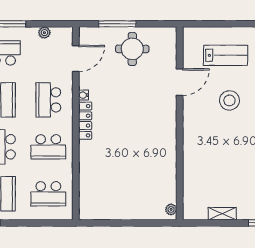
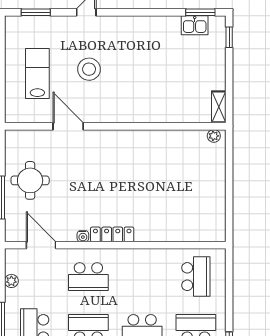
school desk: (48, 147) -> (142, 277), removed
shelving: (222, 214) -> (219, 107), moved

